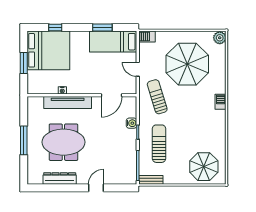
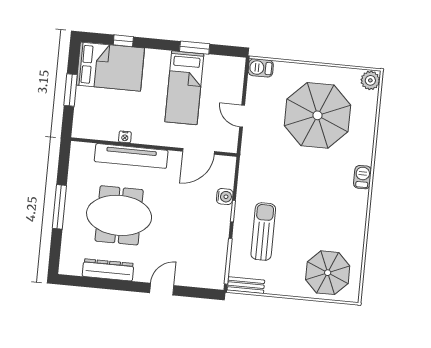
bed: (113, 42) -> (184, 88), moved, turned -90
bed: (48, 50) -> (110, 67), width x0.73
sun lounger: (157, 97) -> (267, 160), removed

